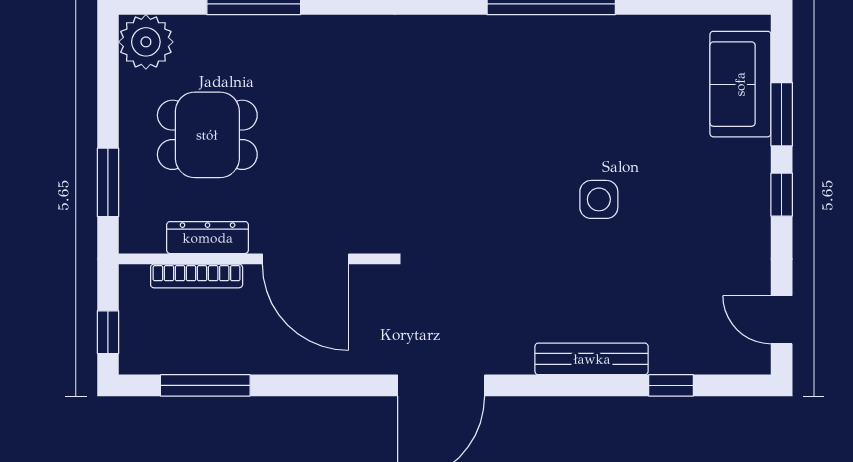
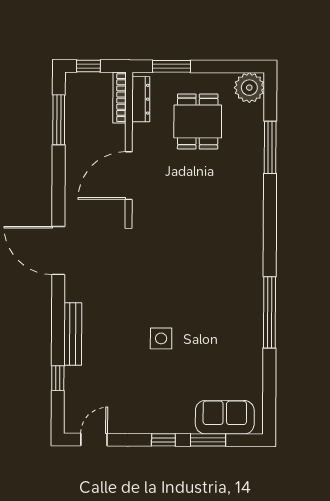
dresser: (208, 238) -> (141, 99), moved
bookcase: (197, 276) -> (119, 98), moved

